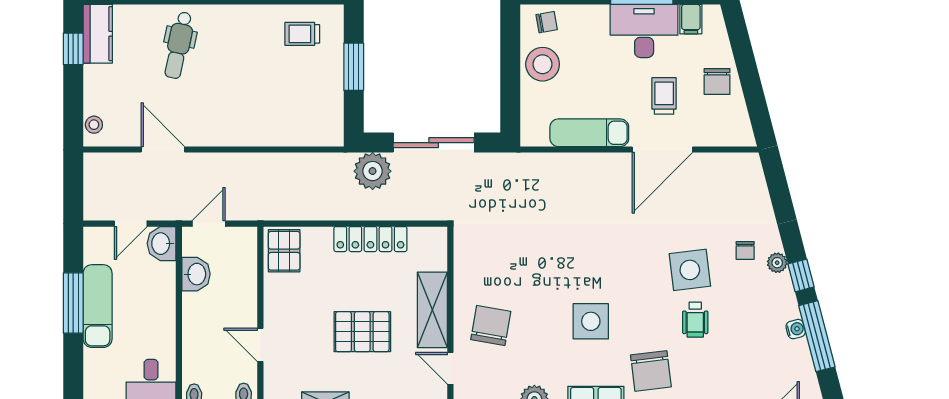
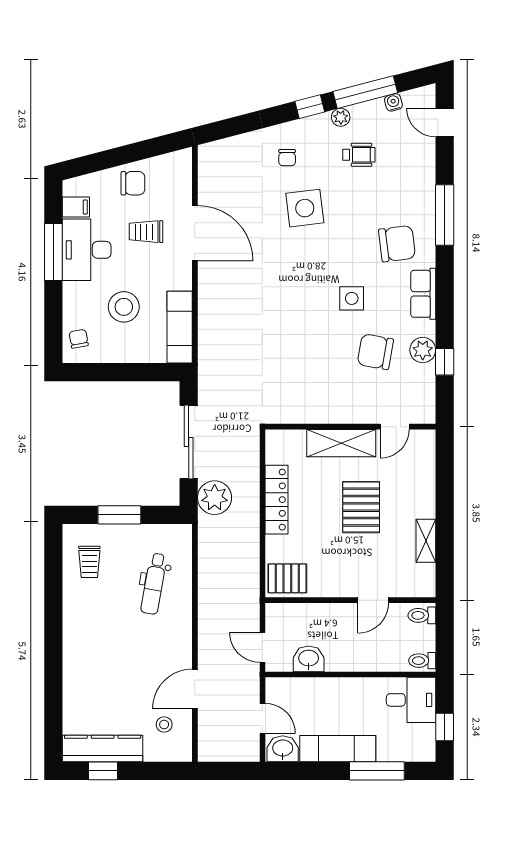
kitchen counter: (98, 34) -> (103, 749), width x1.50
dental chair: (179, 45) -> (154, 584), moved, turned 88
stool: (543, 64) -> (124, 307), moved
stool: (94, 125) -> (164, 724), moved
exam couch: (589, 133) -> (180, 327), moved
washbasin: (162, 244) -> (283, 749), moved, turned 180
chair: (745, 251) -> (287, 158), turned 90
plant: (777, 263) -> (341, 117), moved
window: (73, 303) -> (377, 771), moved
wheelchair: (695, 320) -> (359, 155), moved
side table: (591, 321) -> (352, 298), width x0.73, depth x0.73
chair: (491, 325) -> (375, 352), moved
water cooler: (796, 329) -> (393, 102), moved

